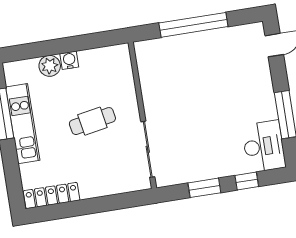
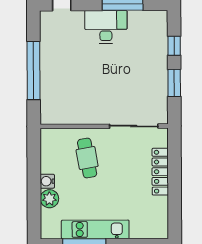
cafe table: (92, 121) -> (87, 158), moved
desk: (264, 146) -> (106, 27), moved
locker: (52, 196) -> (160, 172), moved

